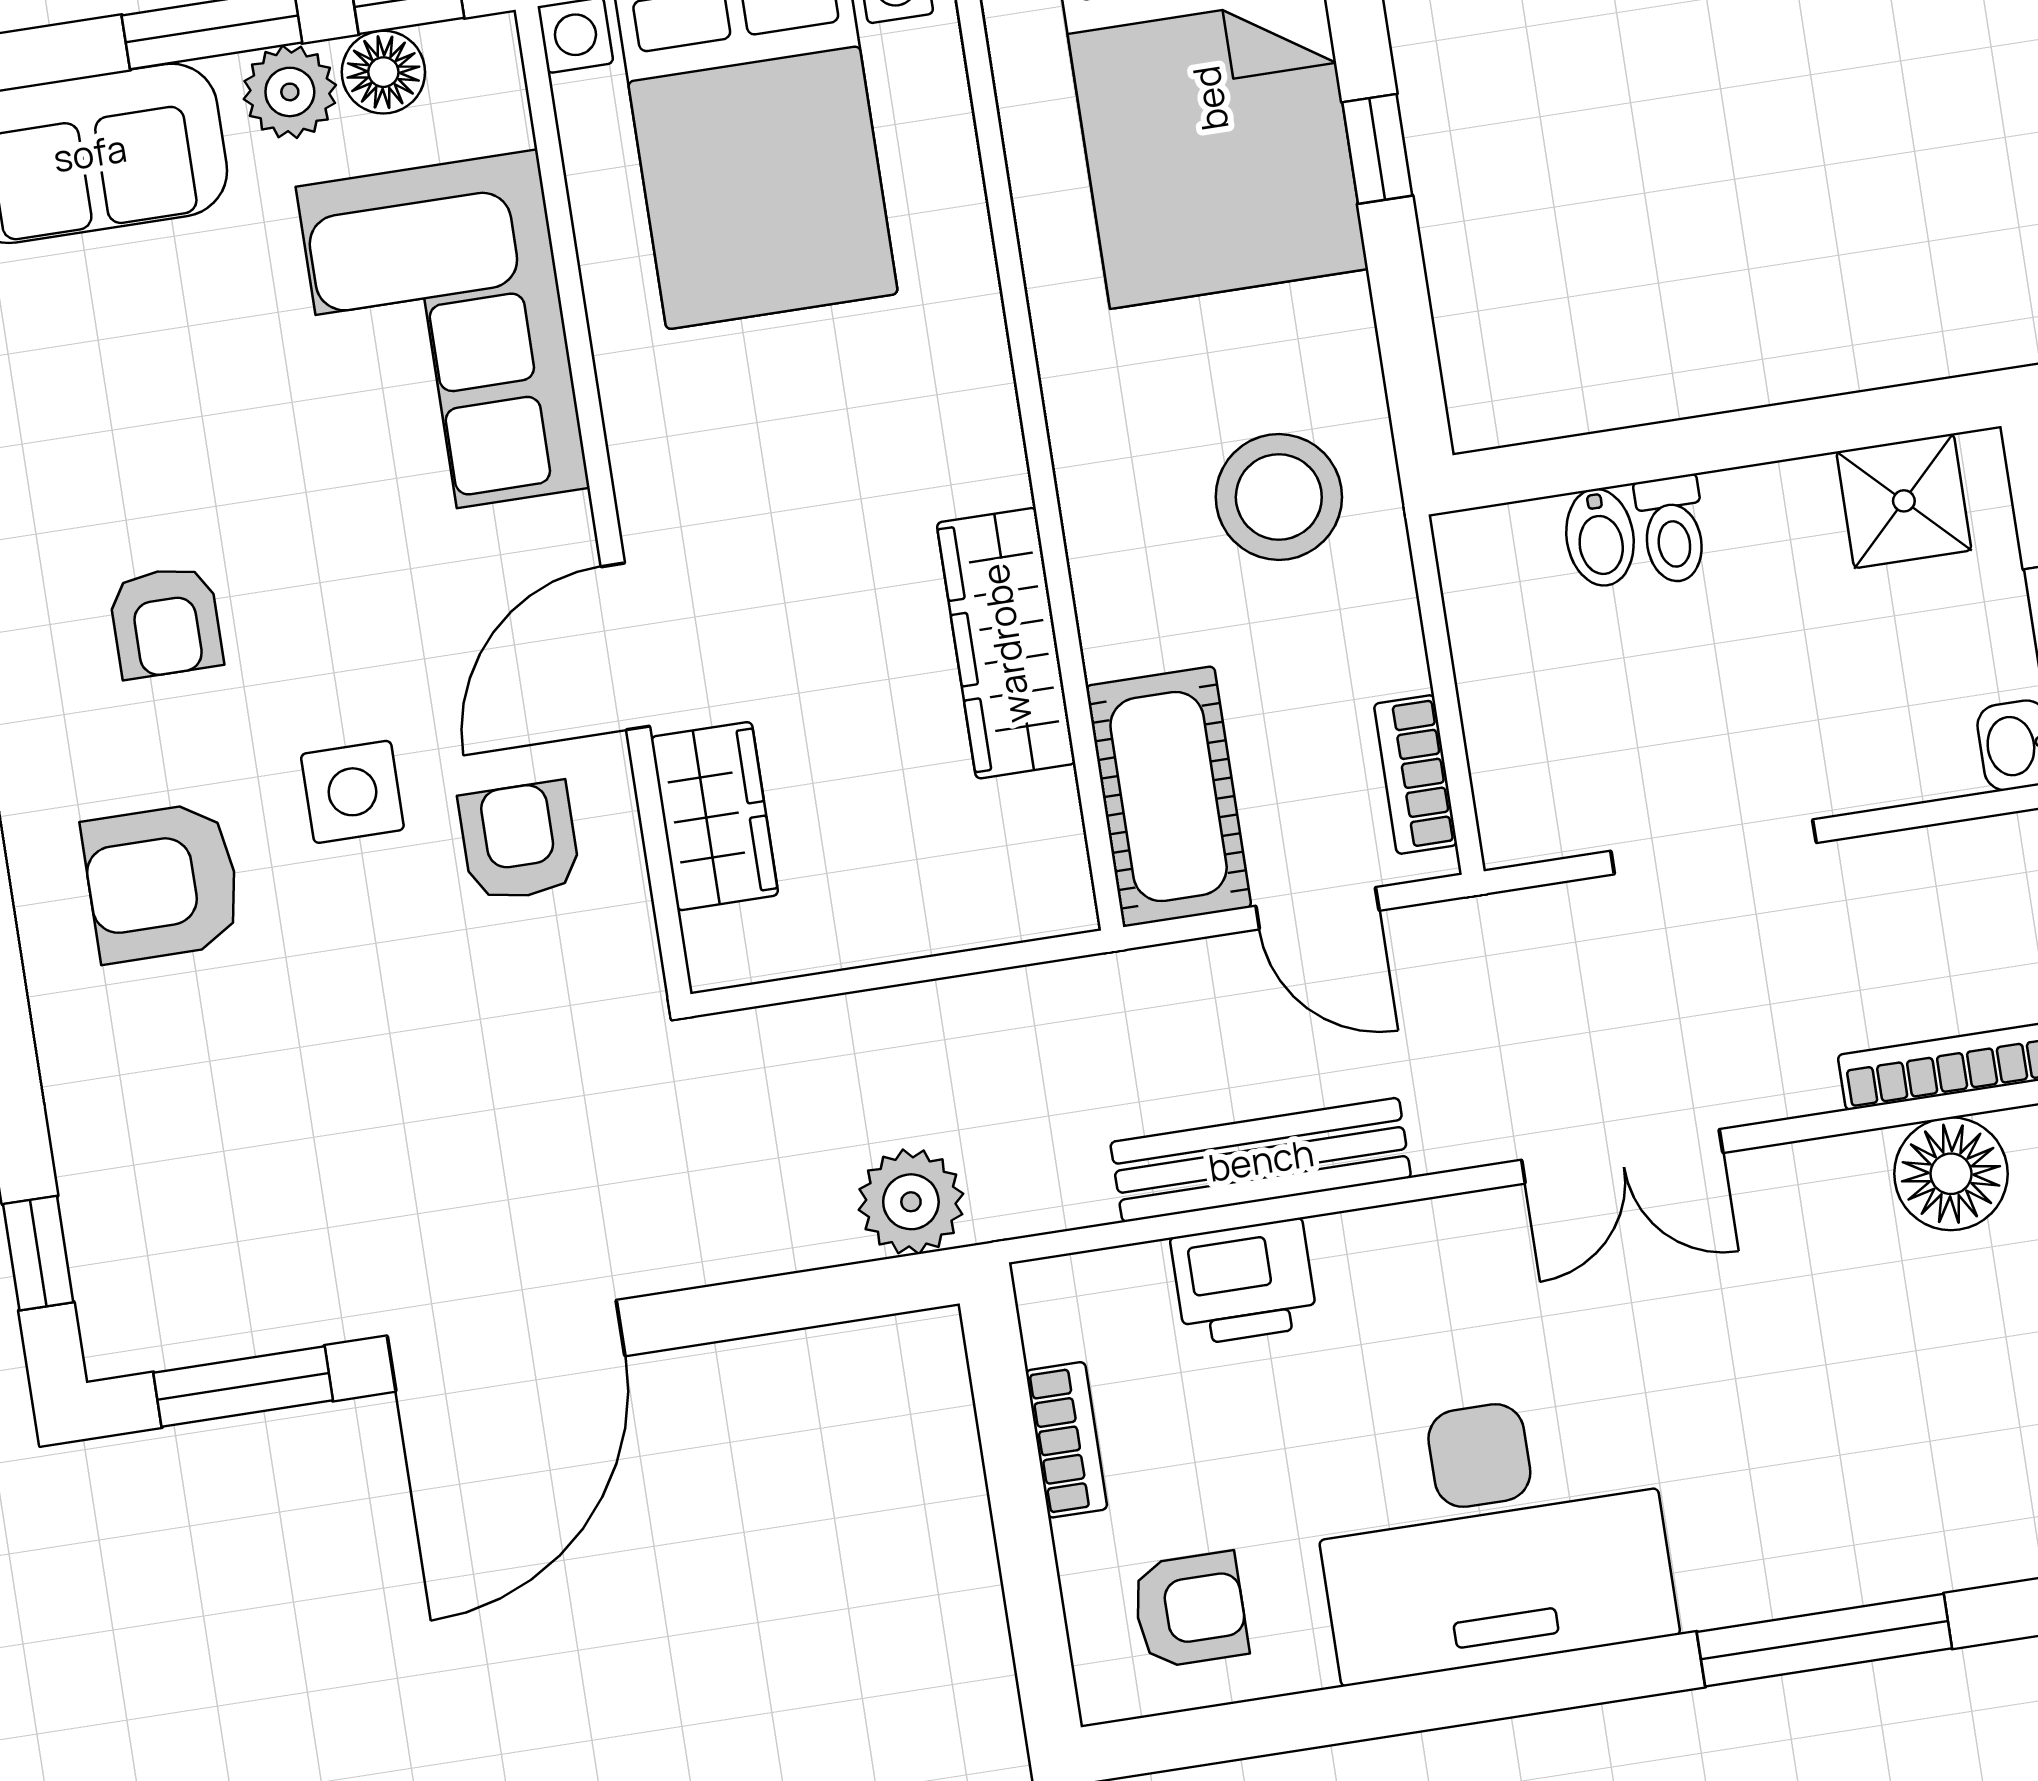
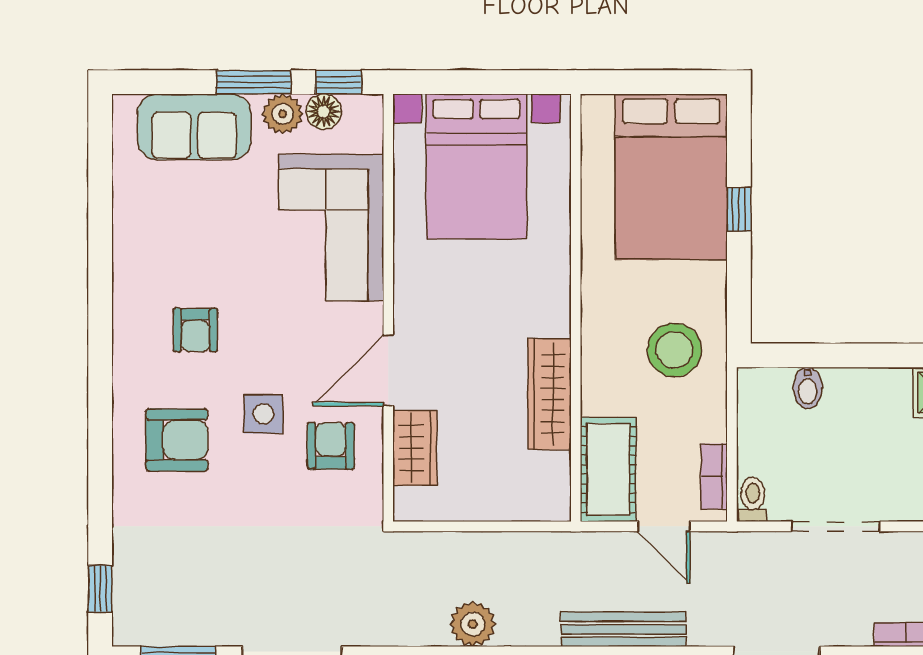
toilet: (1672, 530) -> (753, 499), moved, turned 180
armchair: (162, 882) -> (177, 440), turned 180

